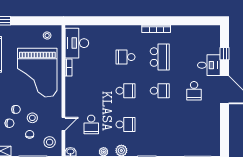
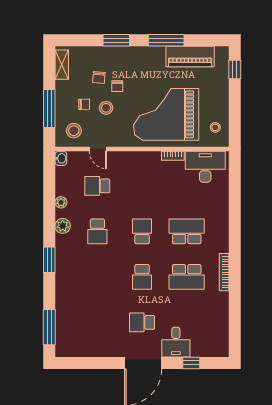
school desk: (125, 57) -> (187, 231), width x1.85
school desk: (125, 91) -> (142, 231), turned 180

